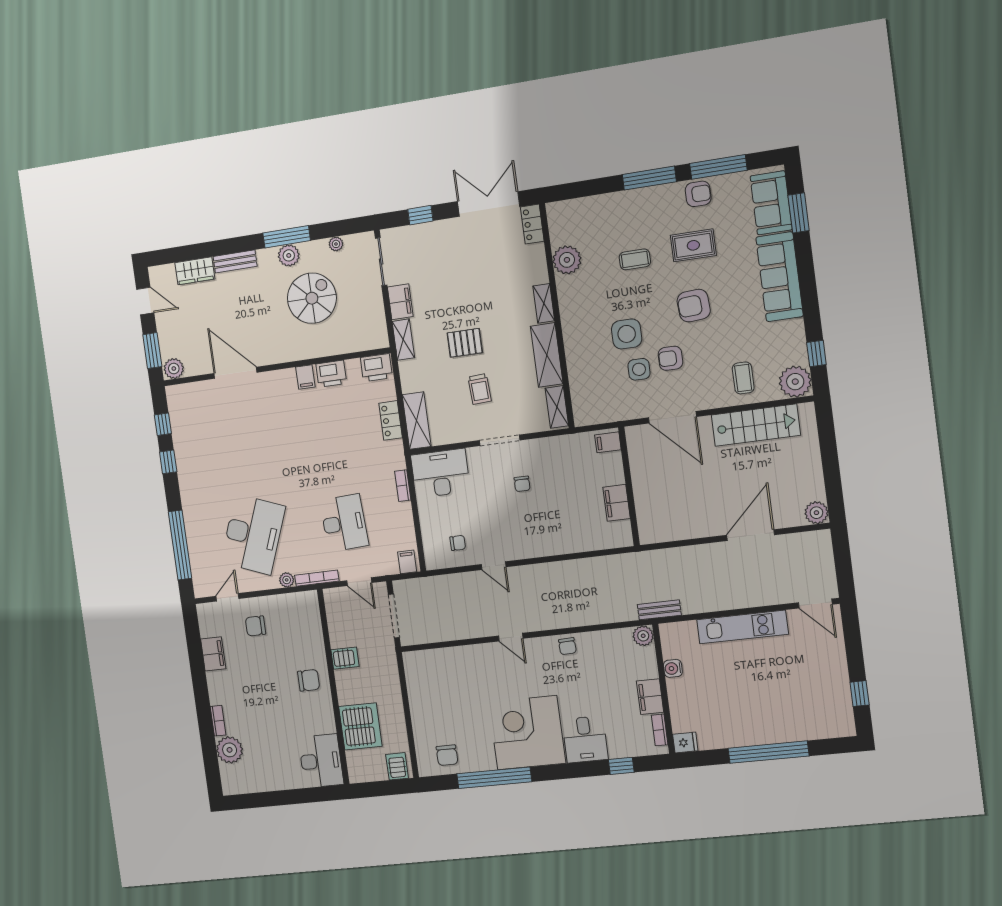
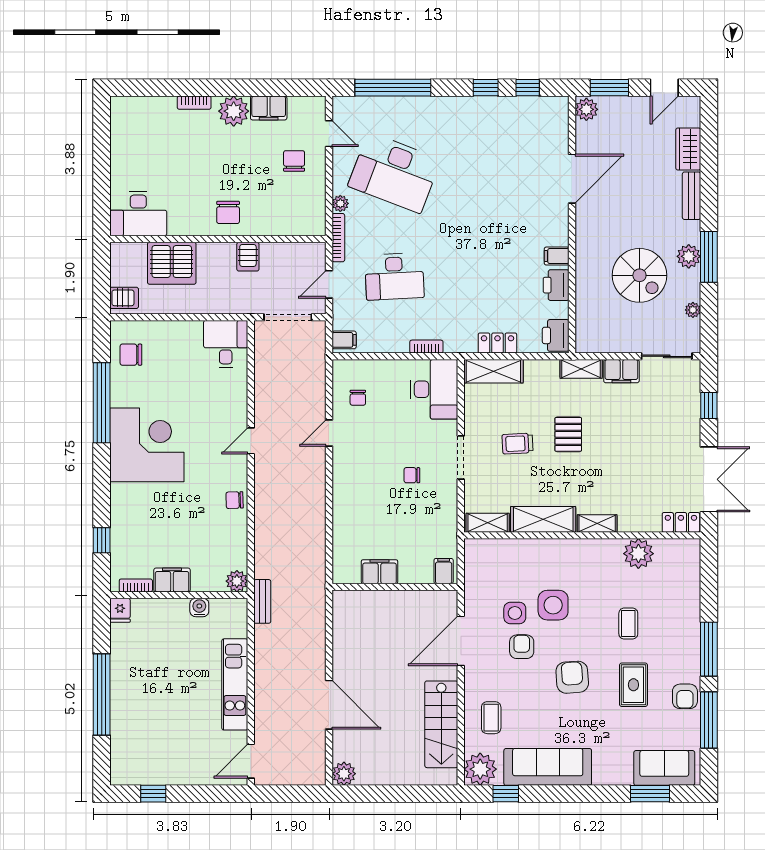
sofa: (780, 277) -> (548, 767), moved
coffee table: (743, 378) -> (491, 718), turned 90
desk: (585, 739) -> (226, 344), moved, turned 90
plant: (230, 750) -> (234, 111), moved

